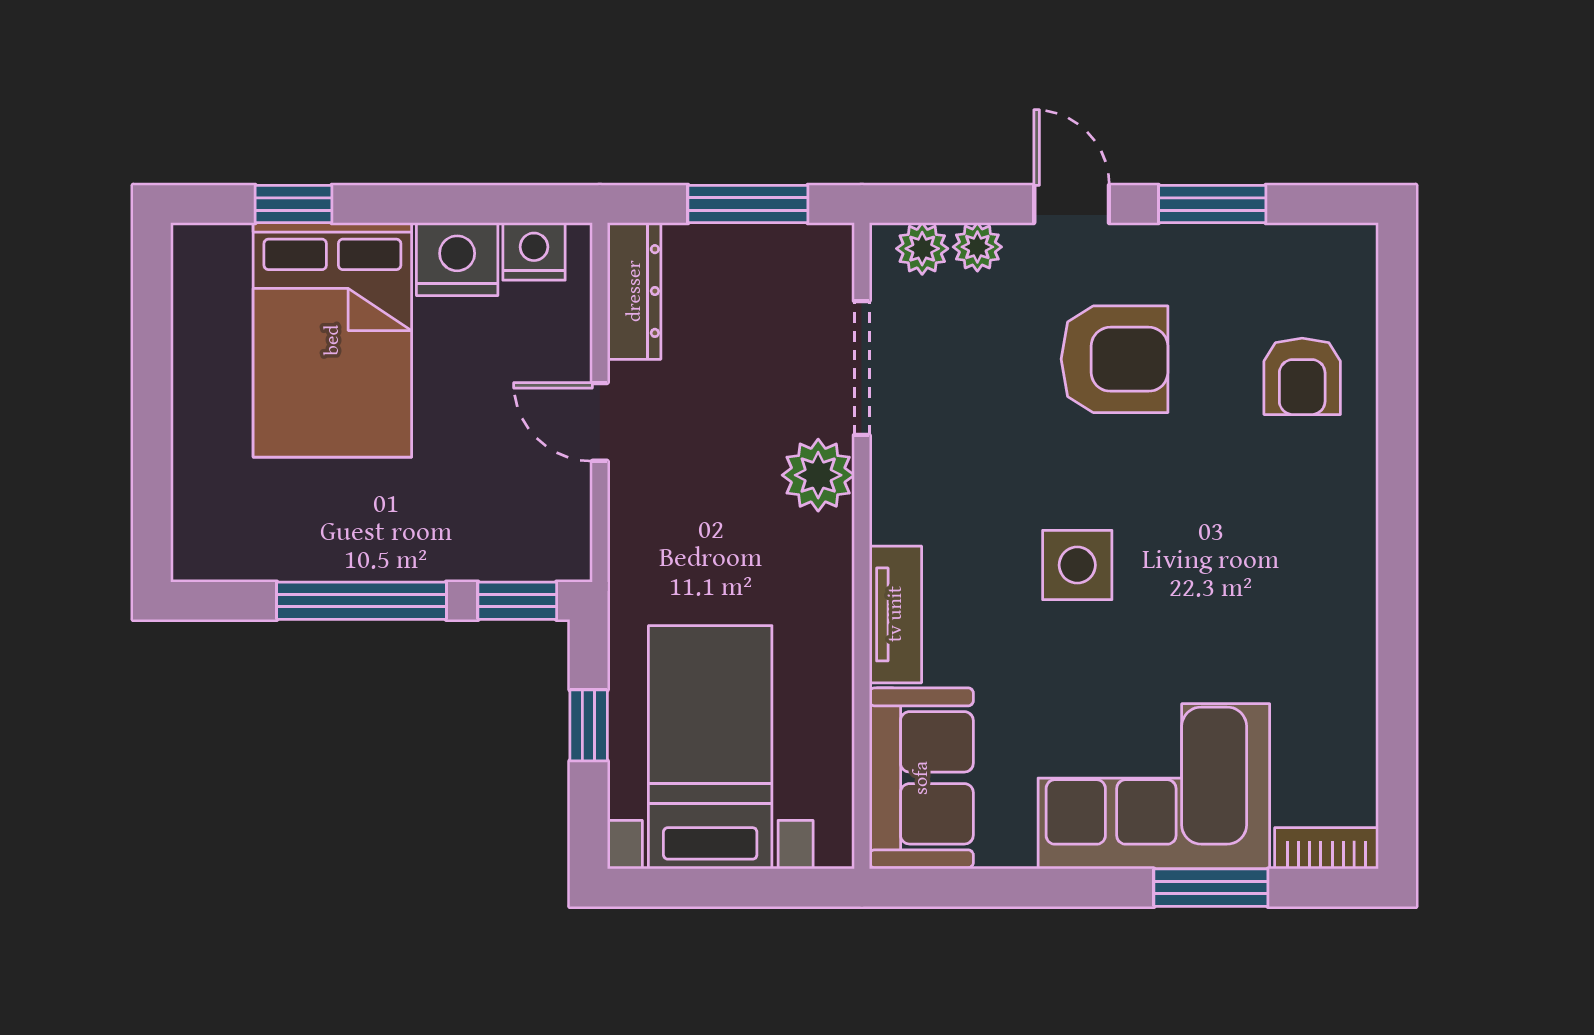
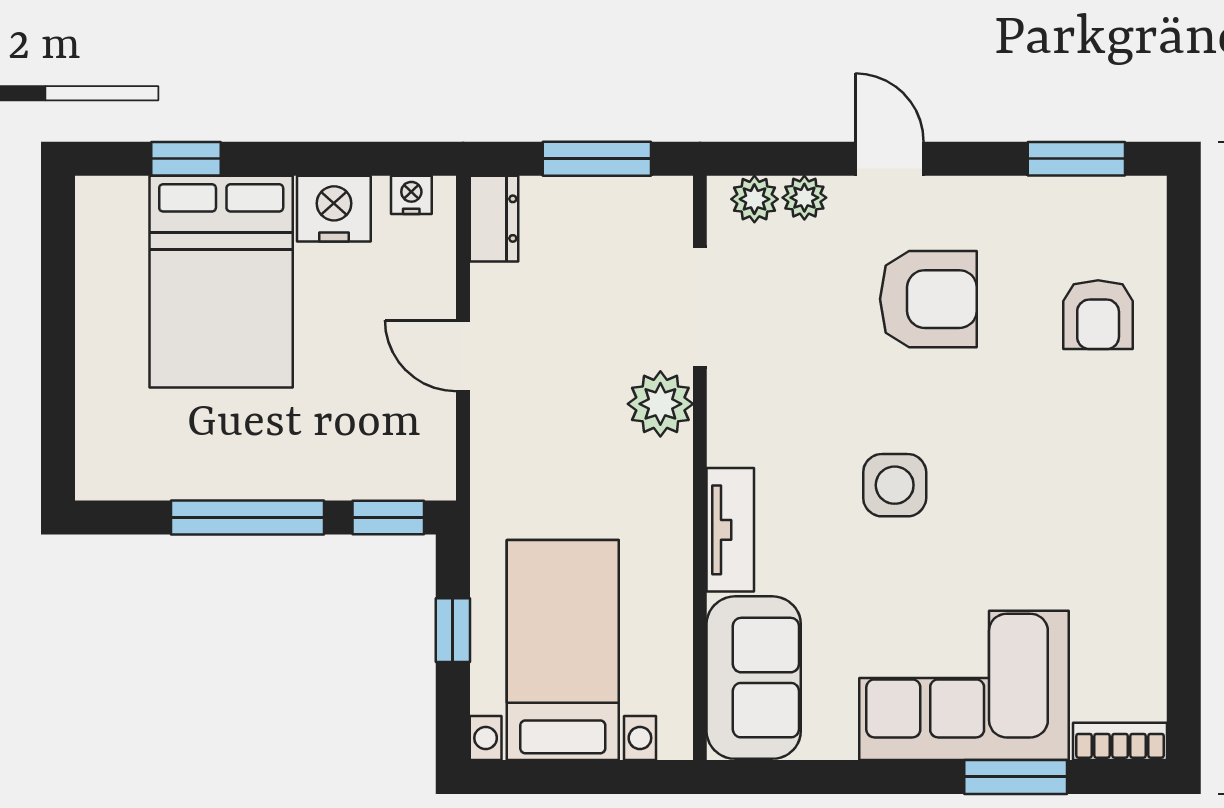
window: (1212, 204) -> (1076, 159), moved
nightstand: (534, 251) -> (411, 195), width x0.72, depth x0.74
dresser: (634, 291) -> (494, 219), width x0.70

